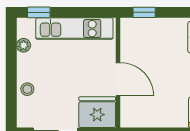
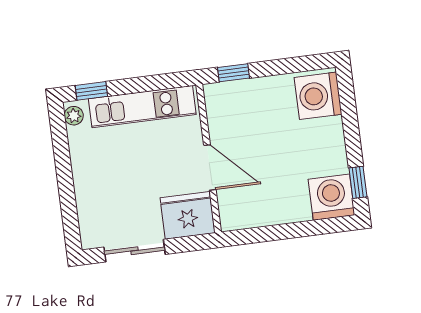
plant: (24, 45) -> (74, 116), moved
stool: (27, 89) -> (89, 196), removed

